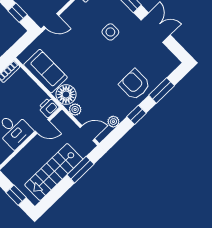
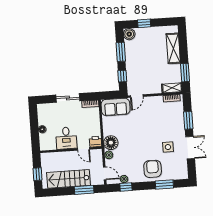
door: (51, 21) -> (137, 96), hinge flipped
side table: (110, 32) -> (168, 147), moved
sofa: (45, 71) -> (116, 107), moved, turned 90
window: (136, 115) -> (126, 187), moved

